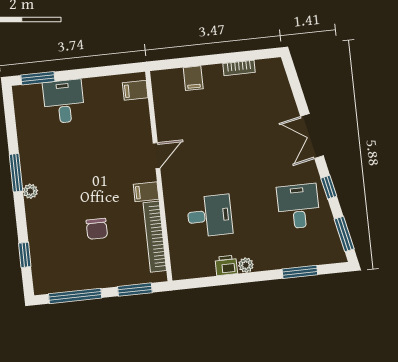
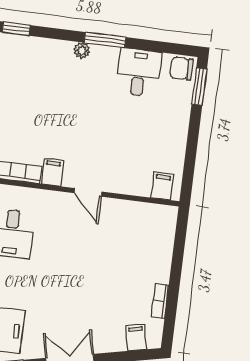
filing cabinet: (193, 78) -> (136, 338), moved, turned 78
desk: (64, 101) -> (139, 72), moved, turned -90
chair: (97, 229) -> (181, 68), moved

